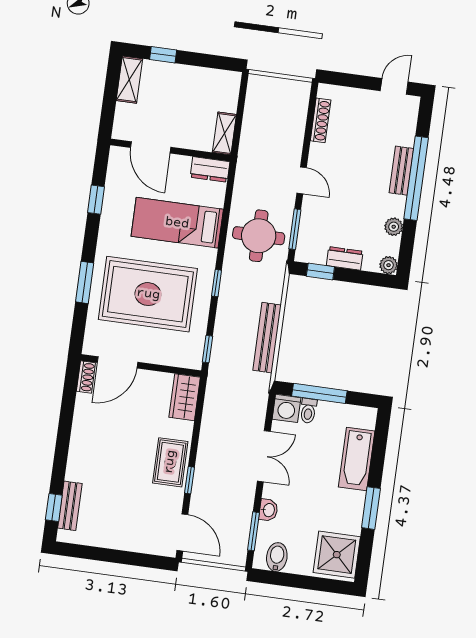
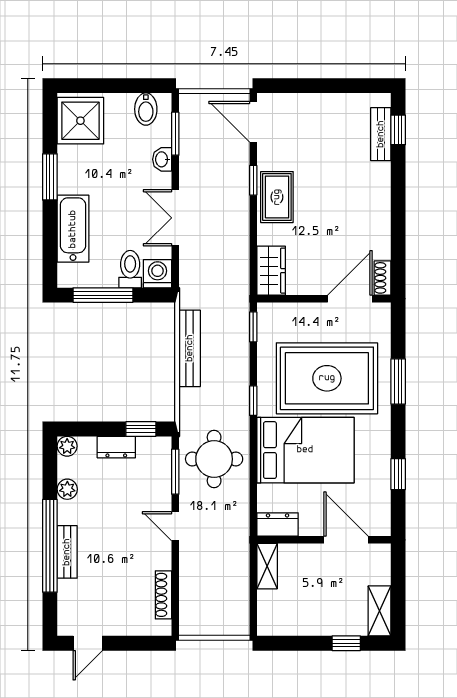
bed: (177, 223) -> (305, 450), width x1.50
window: (319, 393) -> (103, 295), moved
toilet: (308, 411) -> (130, 269), width x1.37, depth x1.39

